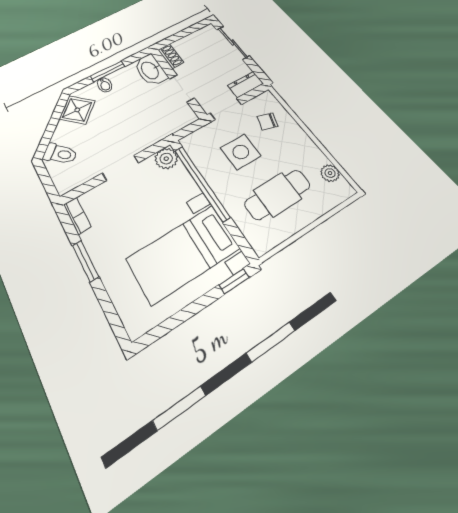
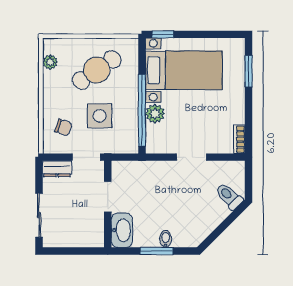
shoe rack: (171, 56) -> (98, 234), removed
shower: (77, 110) -> (198, 228), removed
plant: (166, 159) -> (155, 114), moved
cafe table: (277, 194) -> (97, 70), turned -34
window: (85, 261) -> (248, 71), moved

